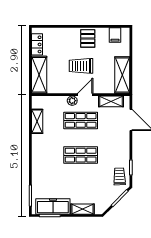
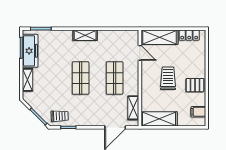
door: (85, 95) -> (140, 53), moved
plant: (72, 101) -> (134, 70), removed
shelving: (37, 121) -> (85, 35), moved

